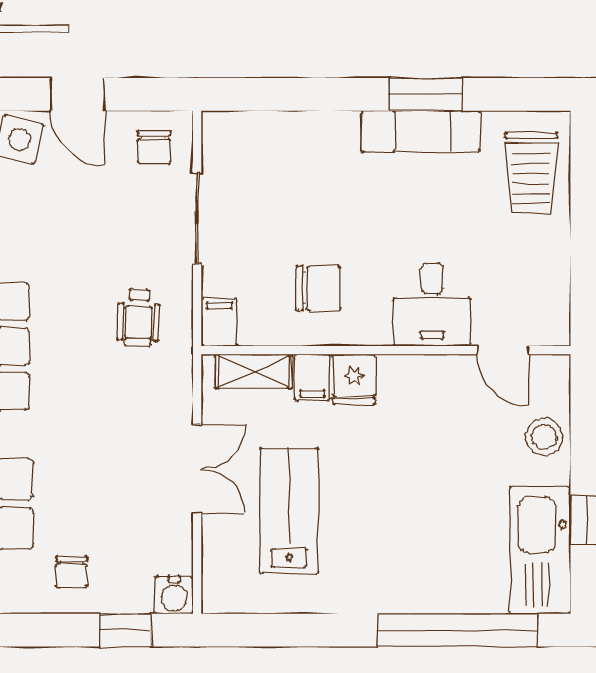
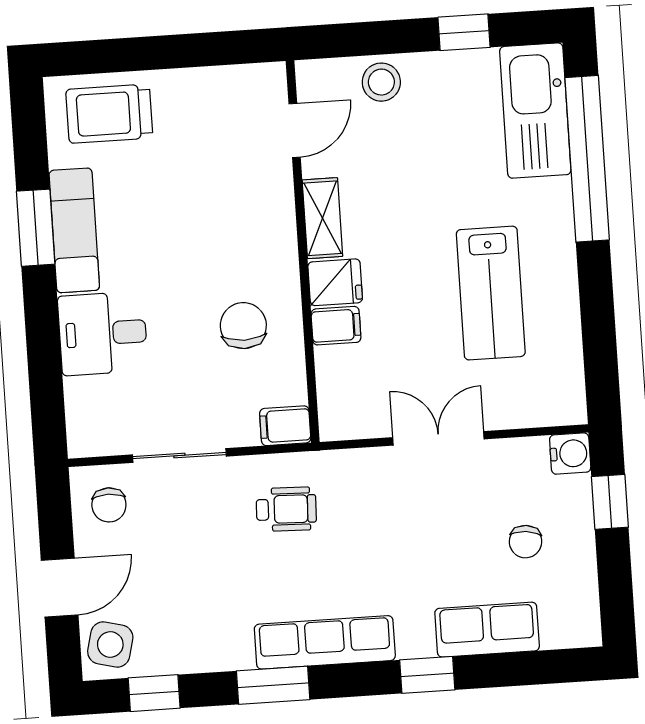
chair: (154, 147) -> (109, 505), turned 90
trolley: (531, 173) -> (109, 114), turned 180
desk: (432, 304) -> (103, 333), moved, turned 180
shelving: (253, 371) -> (322, 218), moved
lab bench: (289, 511) -> (491, 293), moved, turned -90
kitchen sink: (540, 550) -> (535, 111), moved, turned 90
chair: (72, 572) -> (525, 542), moved, turned 96

